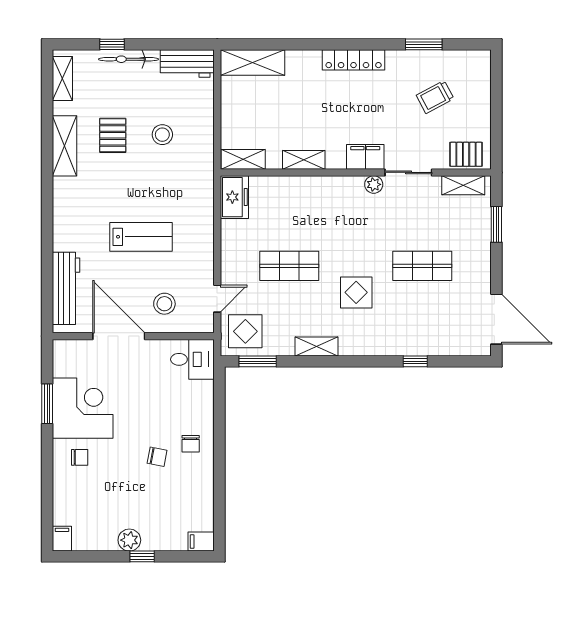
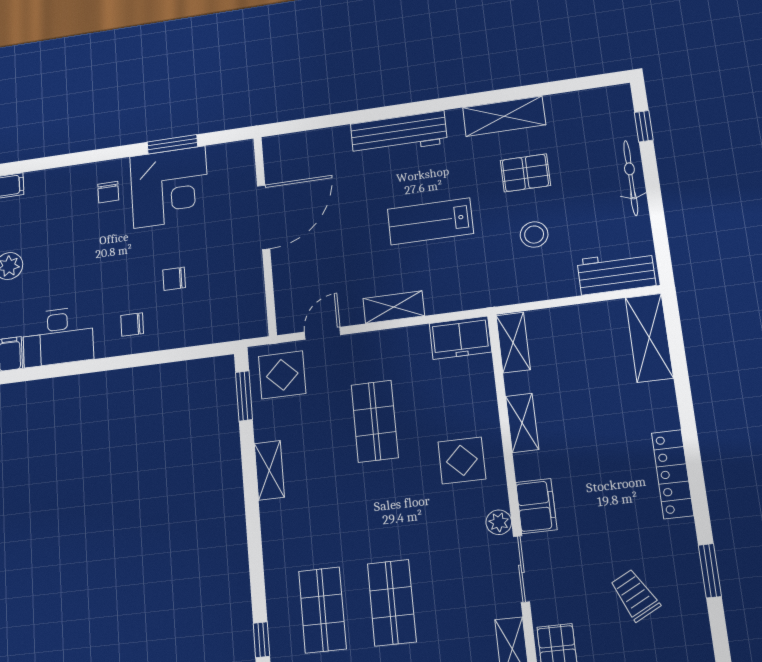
window: (112, 44) -> (644, 126), moved
workbench: (187, 64) -> (616, 273), moved, turned 90
shelving: (62, 79) -> (394, 307), moved
lab bench: (141, 237) -> (430, 221), moved, turned 90
workbench: (66, 288) -> (399, 133), moved
display table: (356, 292) -> (462, 460), moved
door: (217, 299) -> (322, 333), swing flipped
stool: (164, 304) -> (310, 268), removed
shop shelf: (422, 316) -> (322, 610), added
desk: (192, 359) -> (58, 337), moved, width x1.37
window: (415, 361) -> (261, 640), moved
chair: (157, 457) -> (174, 279), moved, turned 79

